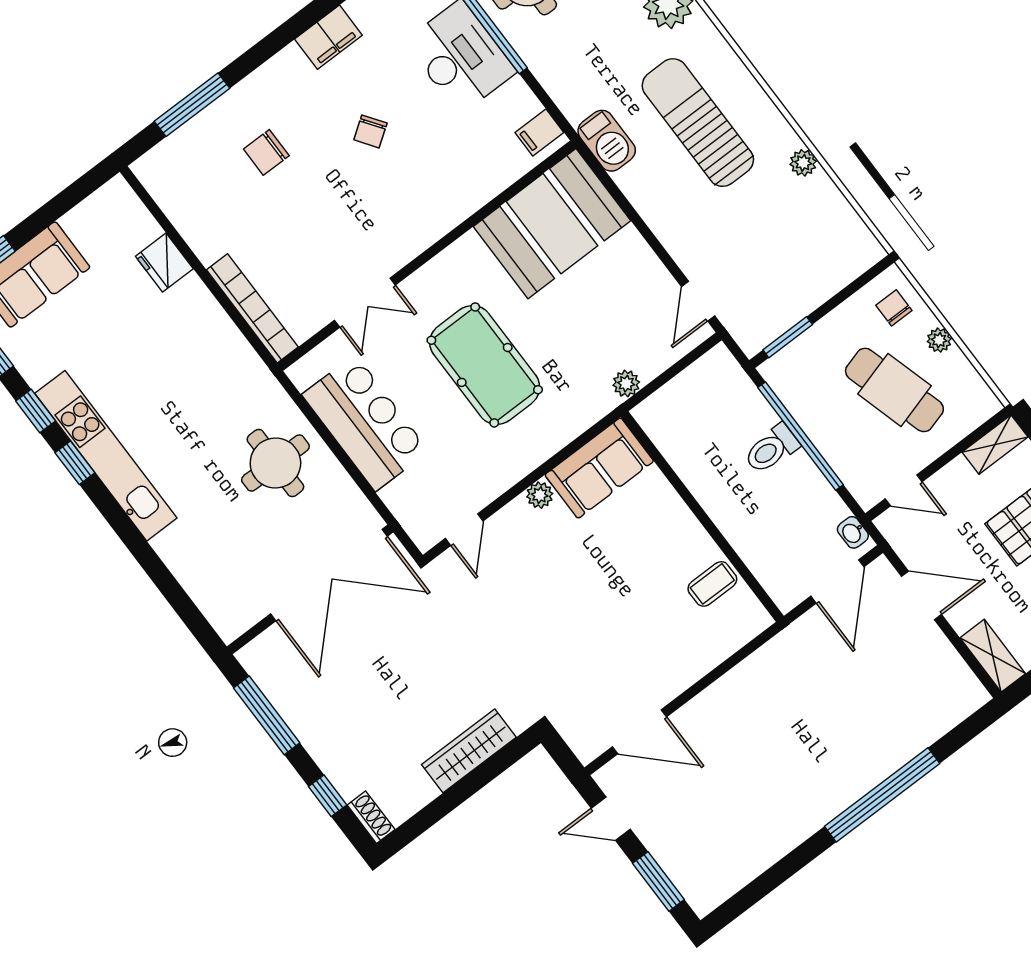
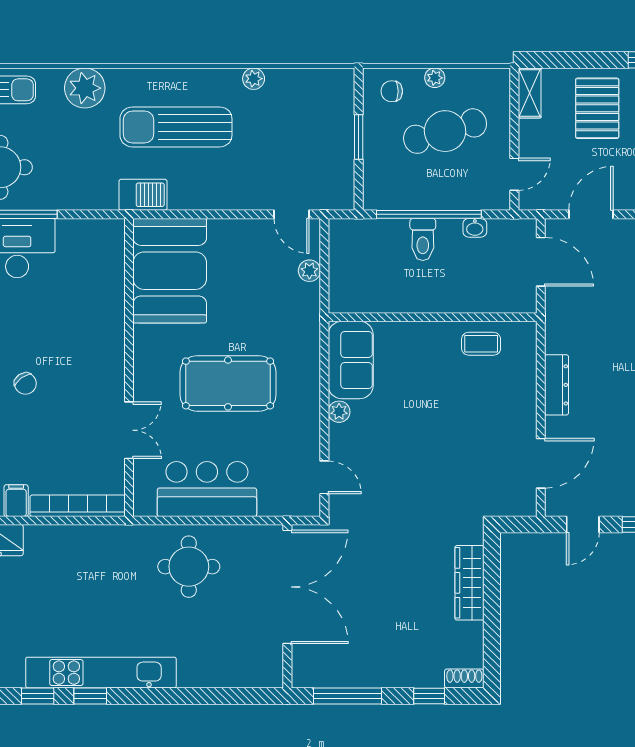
chair: (370, 131) -> (25, 384), moved
filing cabinet: (539, 132) -> (16, 501), moved, turned 180
window: (788, 337) -> (359, 137), moved
plant: (626, 384) -> (309, 271), moved
washbasin: (853, 532) -> (475, 228), moved
coffee table: (712, 584) -> (481, 344), turned 90
dresser: (728, 689) -> (557, 385), added

